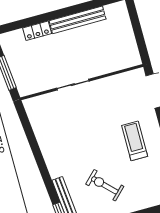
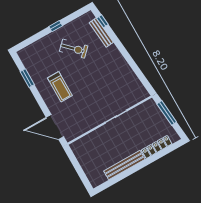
locker: (37, 31) -> (157, 147), width x1.53

